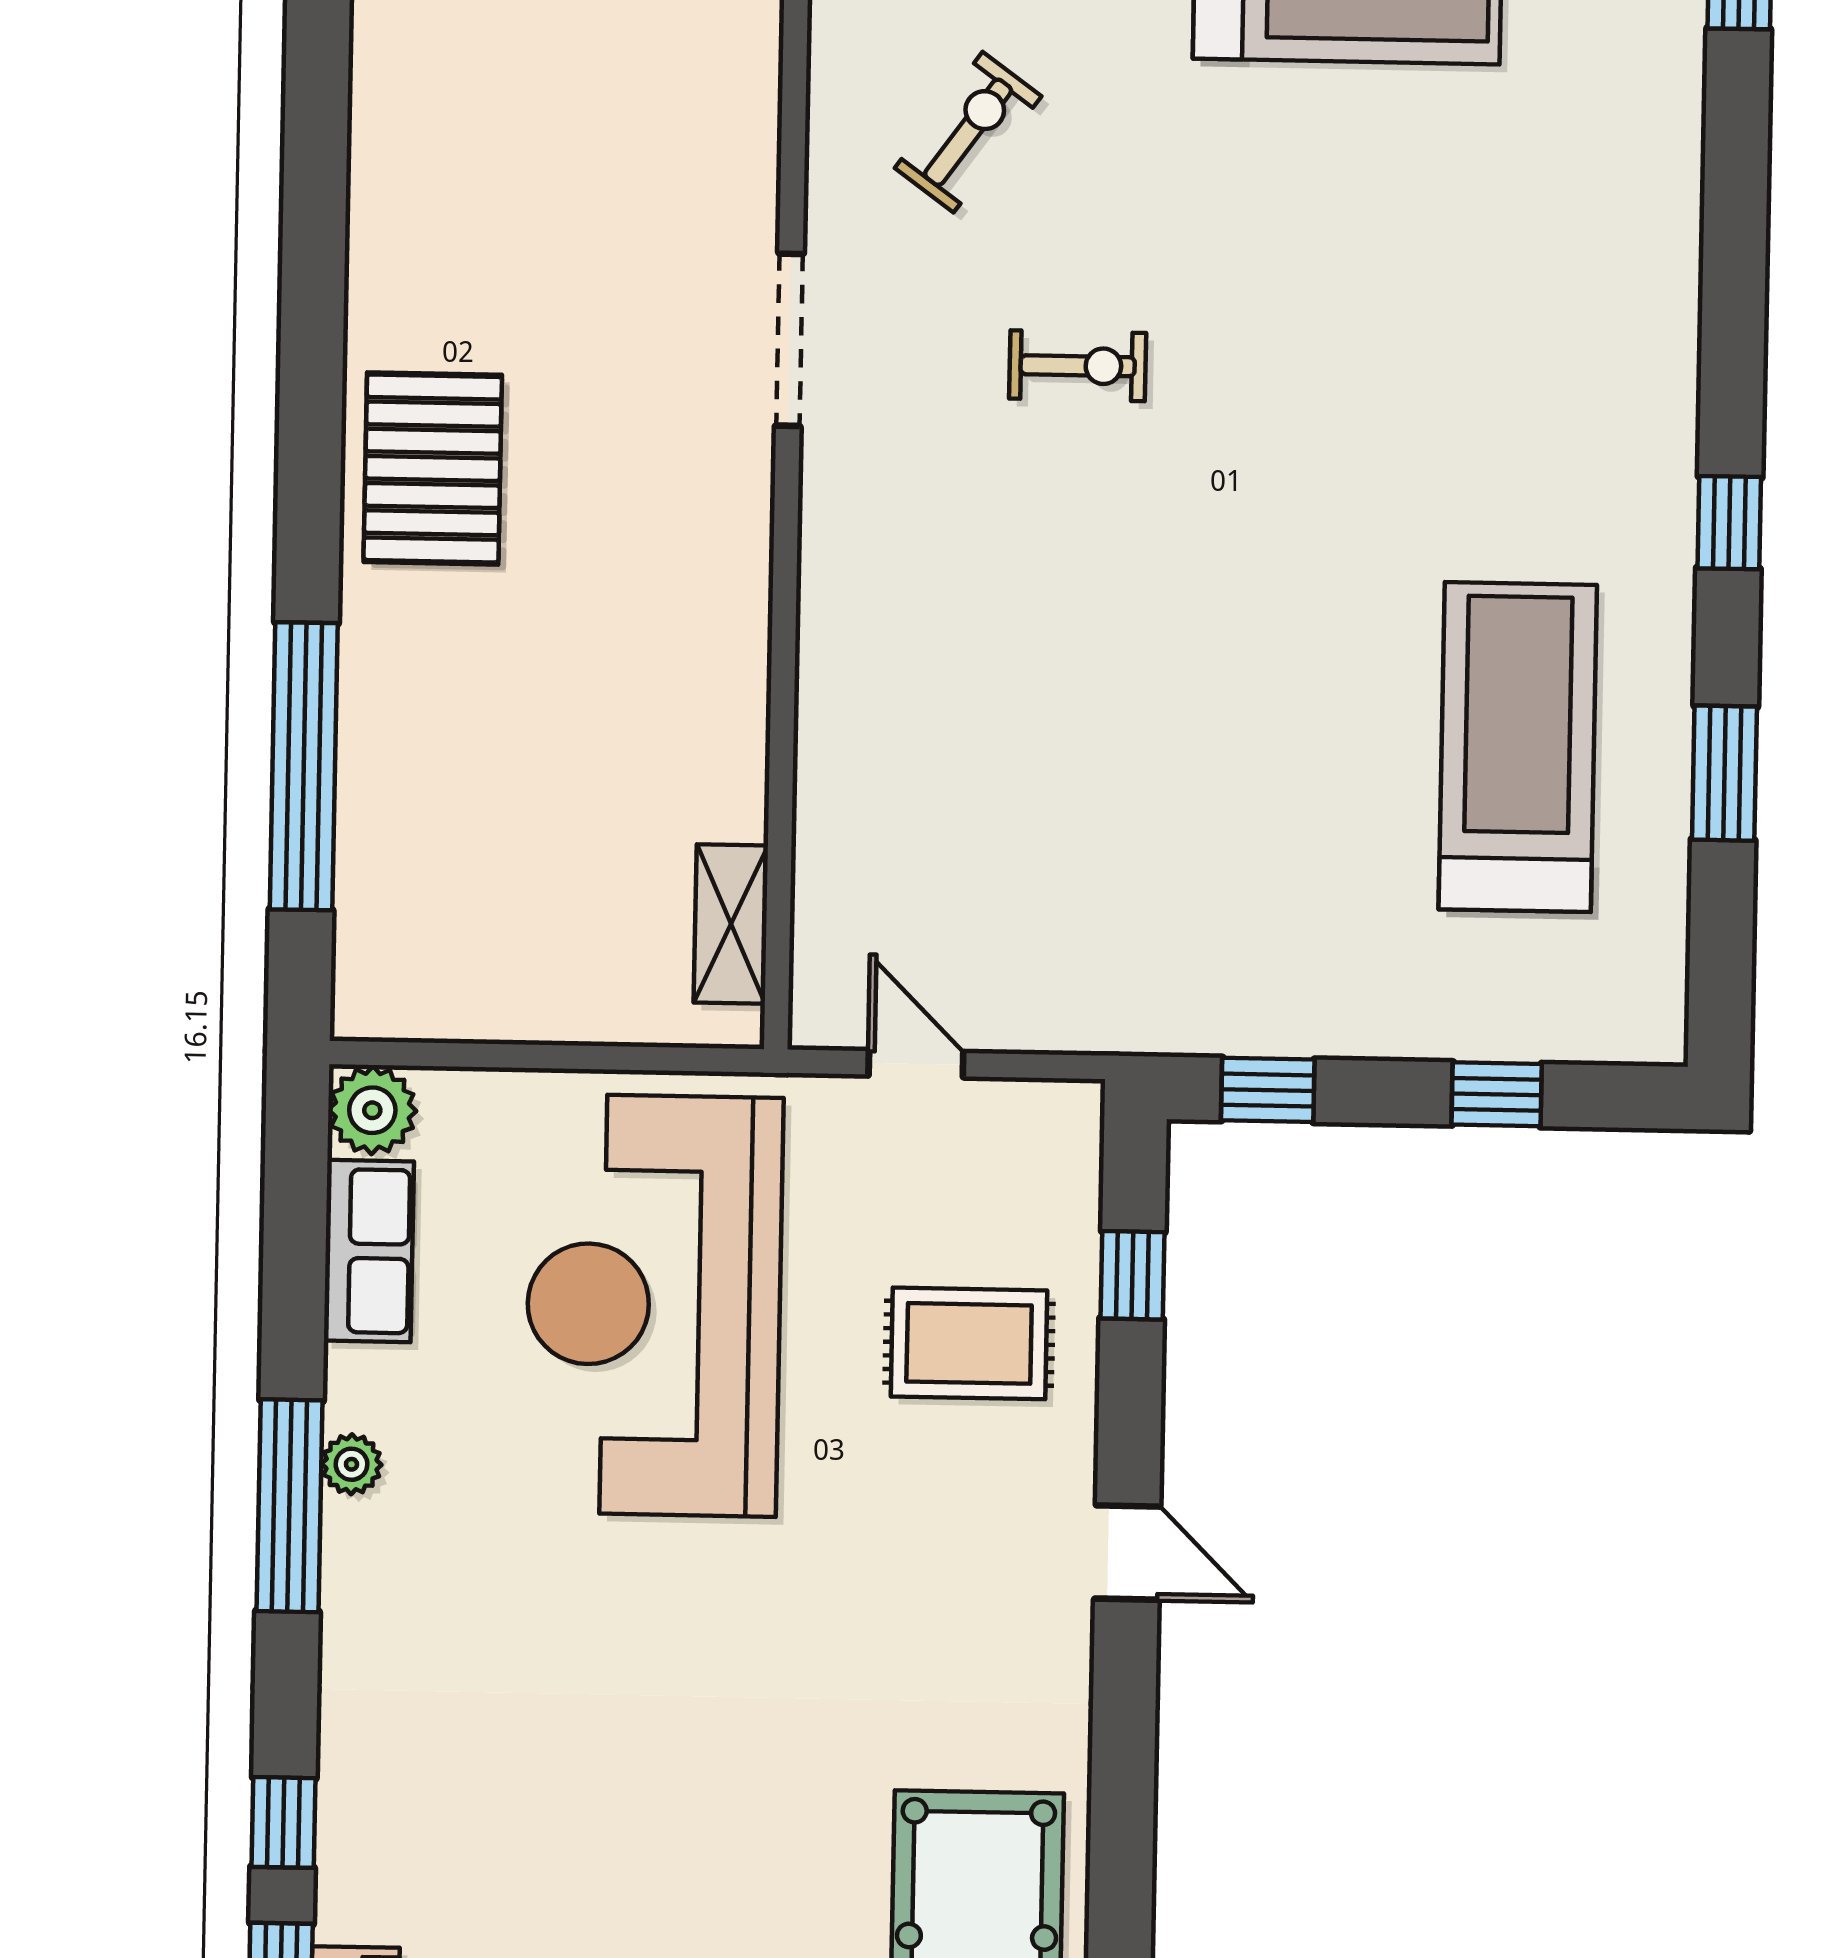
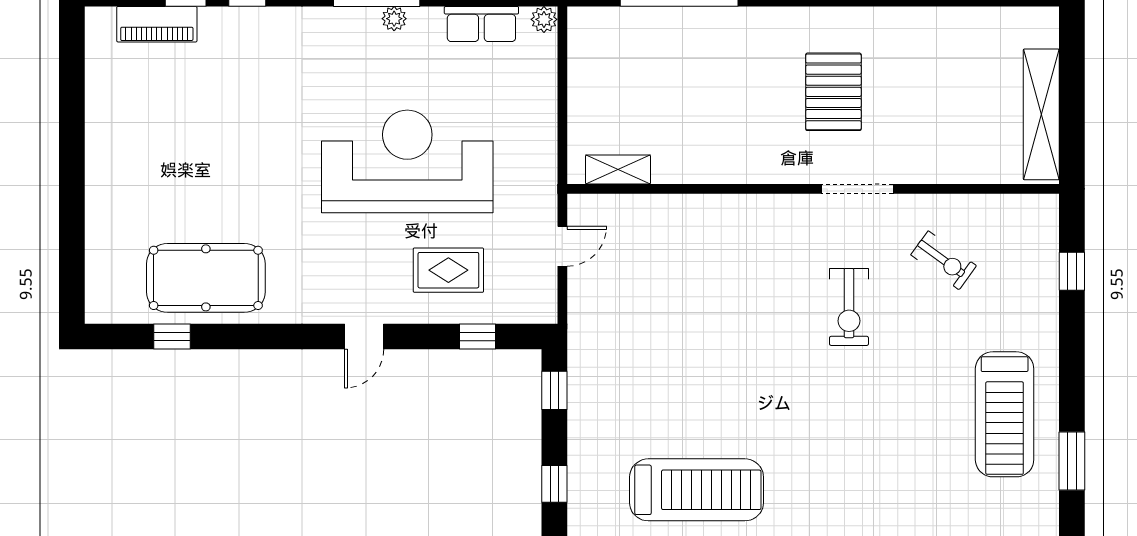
exercise bike: (1078, 366) -> (849, 307), width x1.38, depth x1.39
pallet: (433, 468) -> (833, 92), moved, turned 90
plant: (372, 1110) -> (544, 19), width x0.73, depth x0.73
reception desk: (654, 1305) -> (407, 161), moved
rug: (969, 1343) -> (448, 270), turned 90

